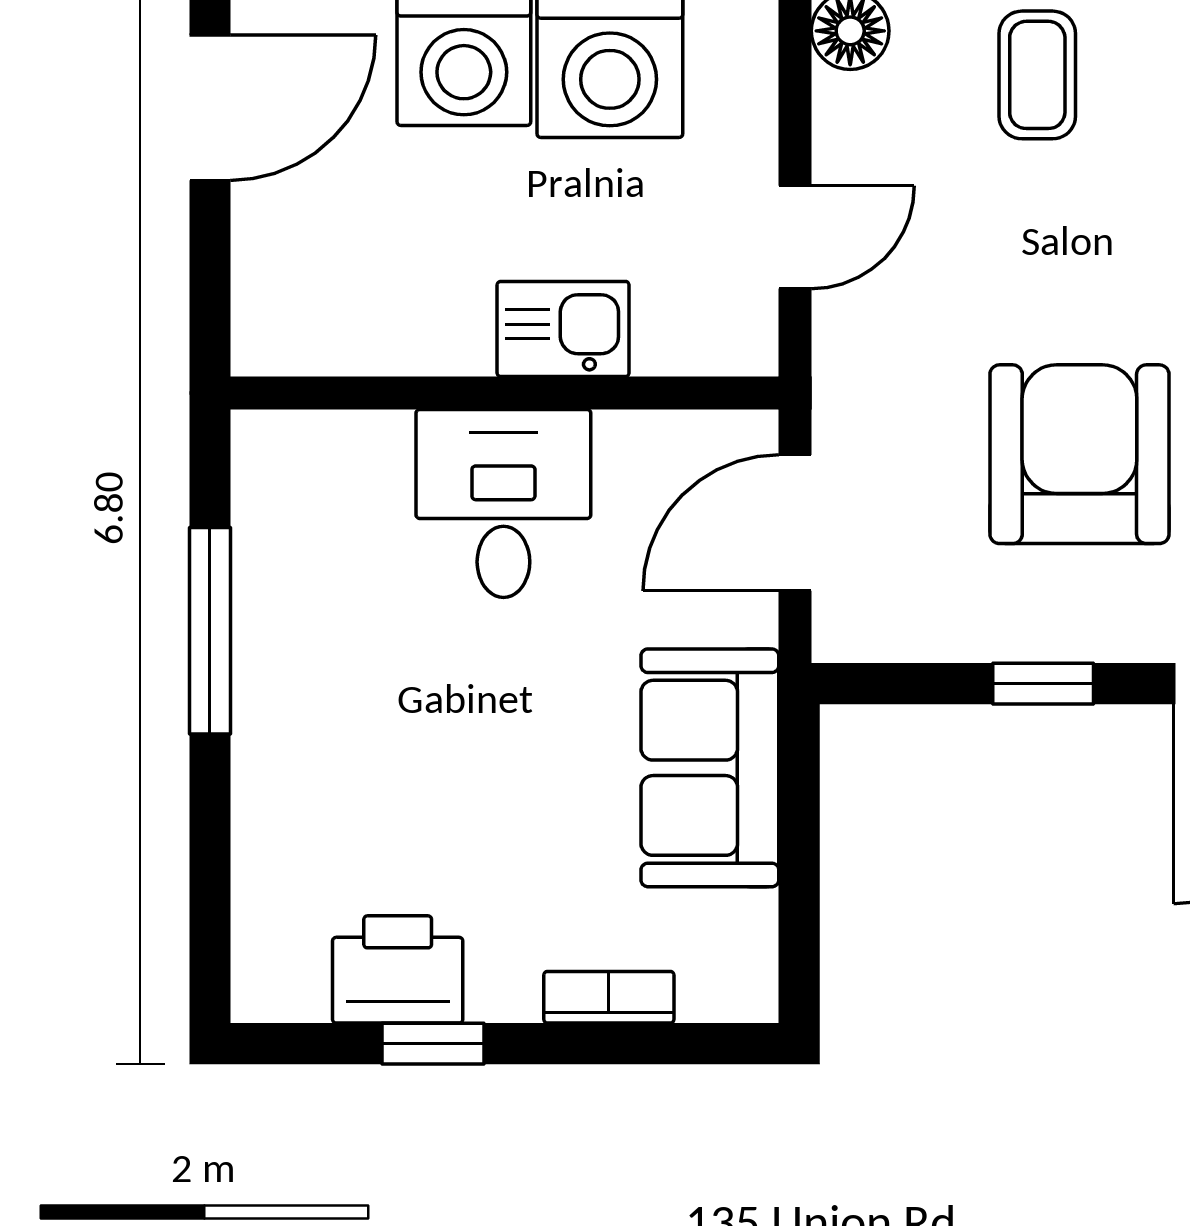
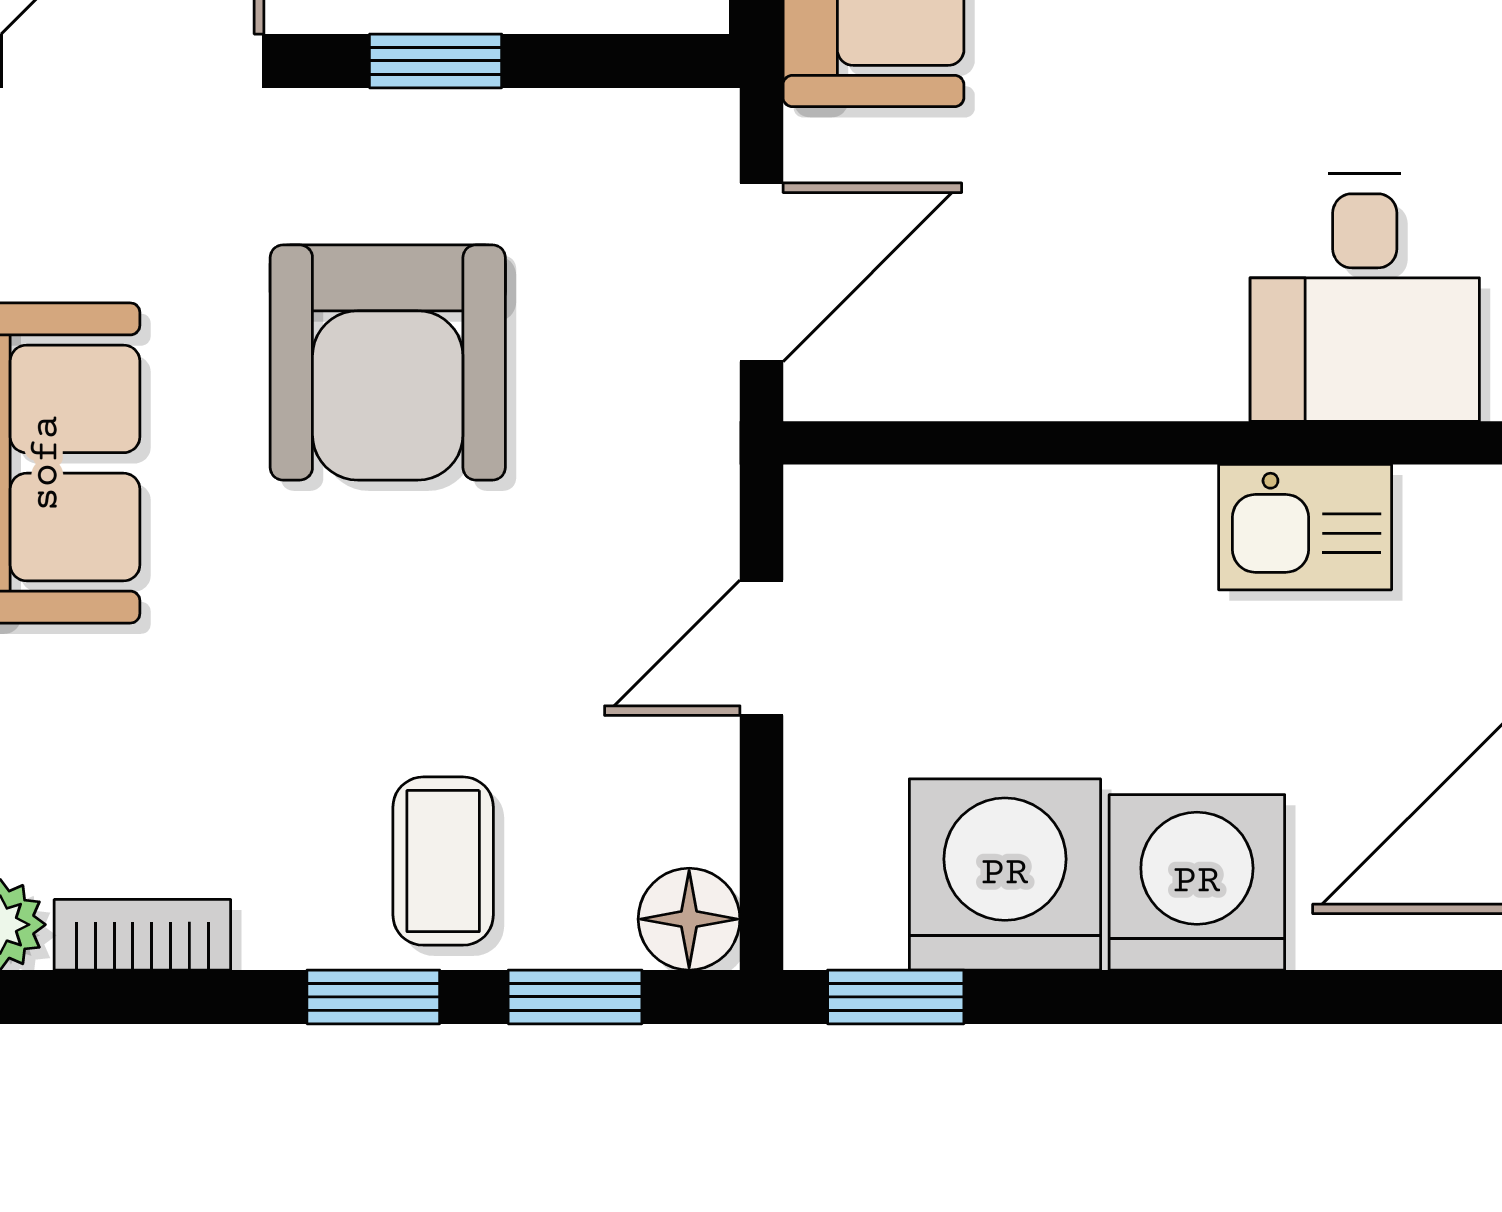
kitchen sink: (563, 329) -> (1305, 527), moved
desk: (503, 504) -> (1365, 298), moved

